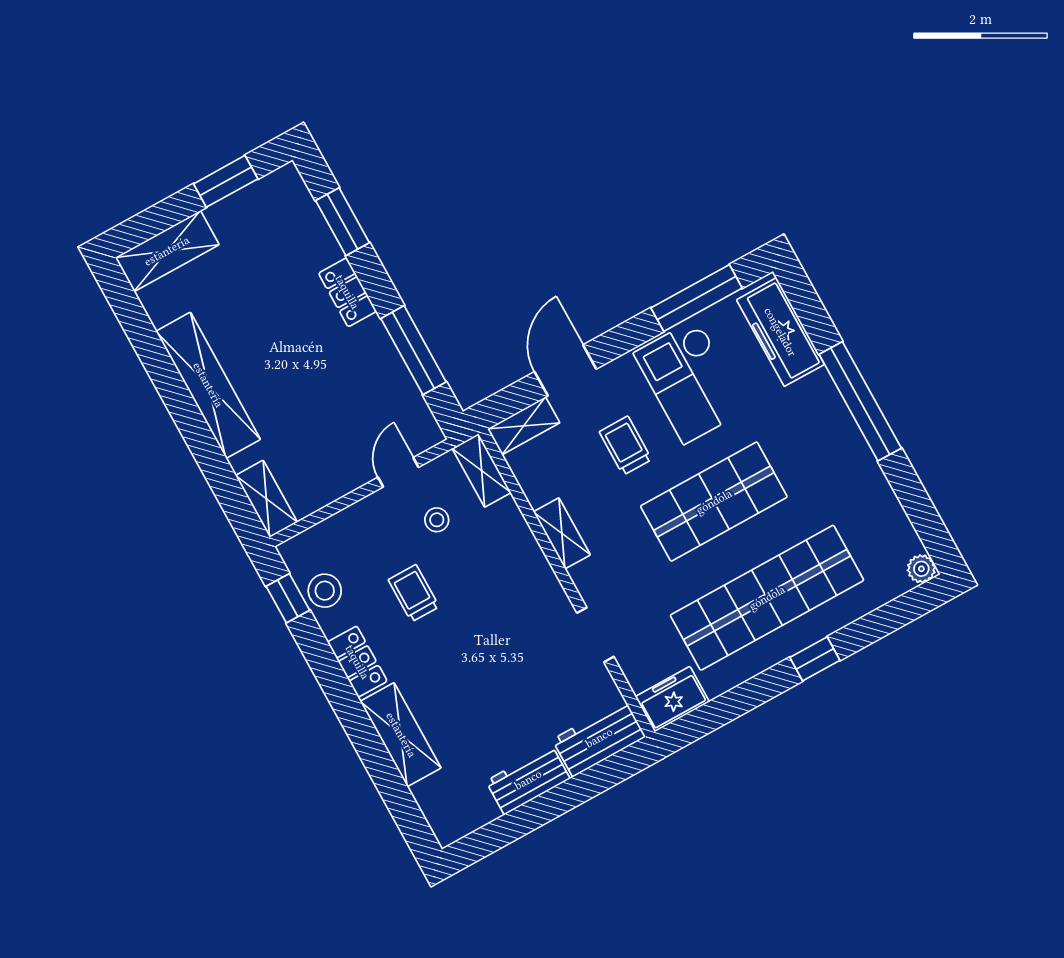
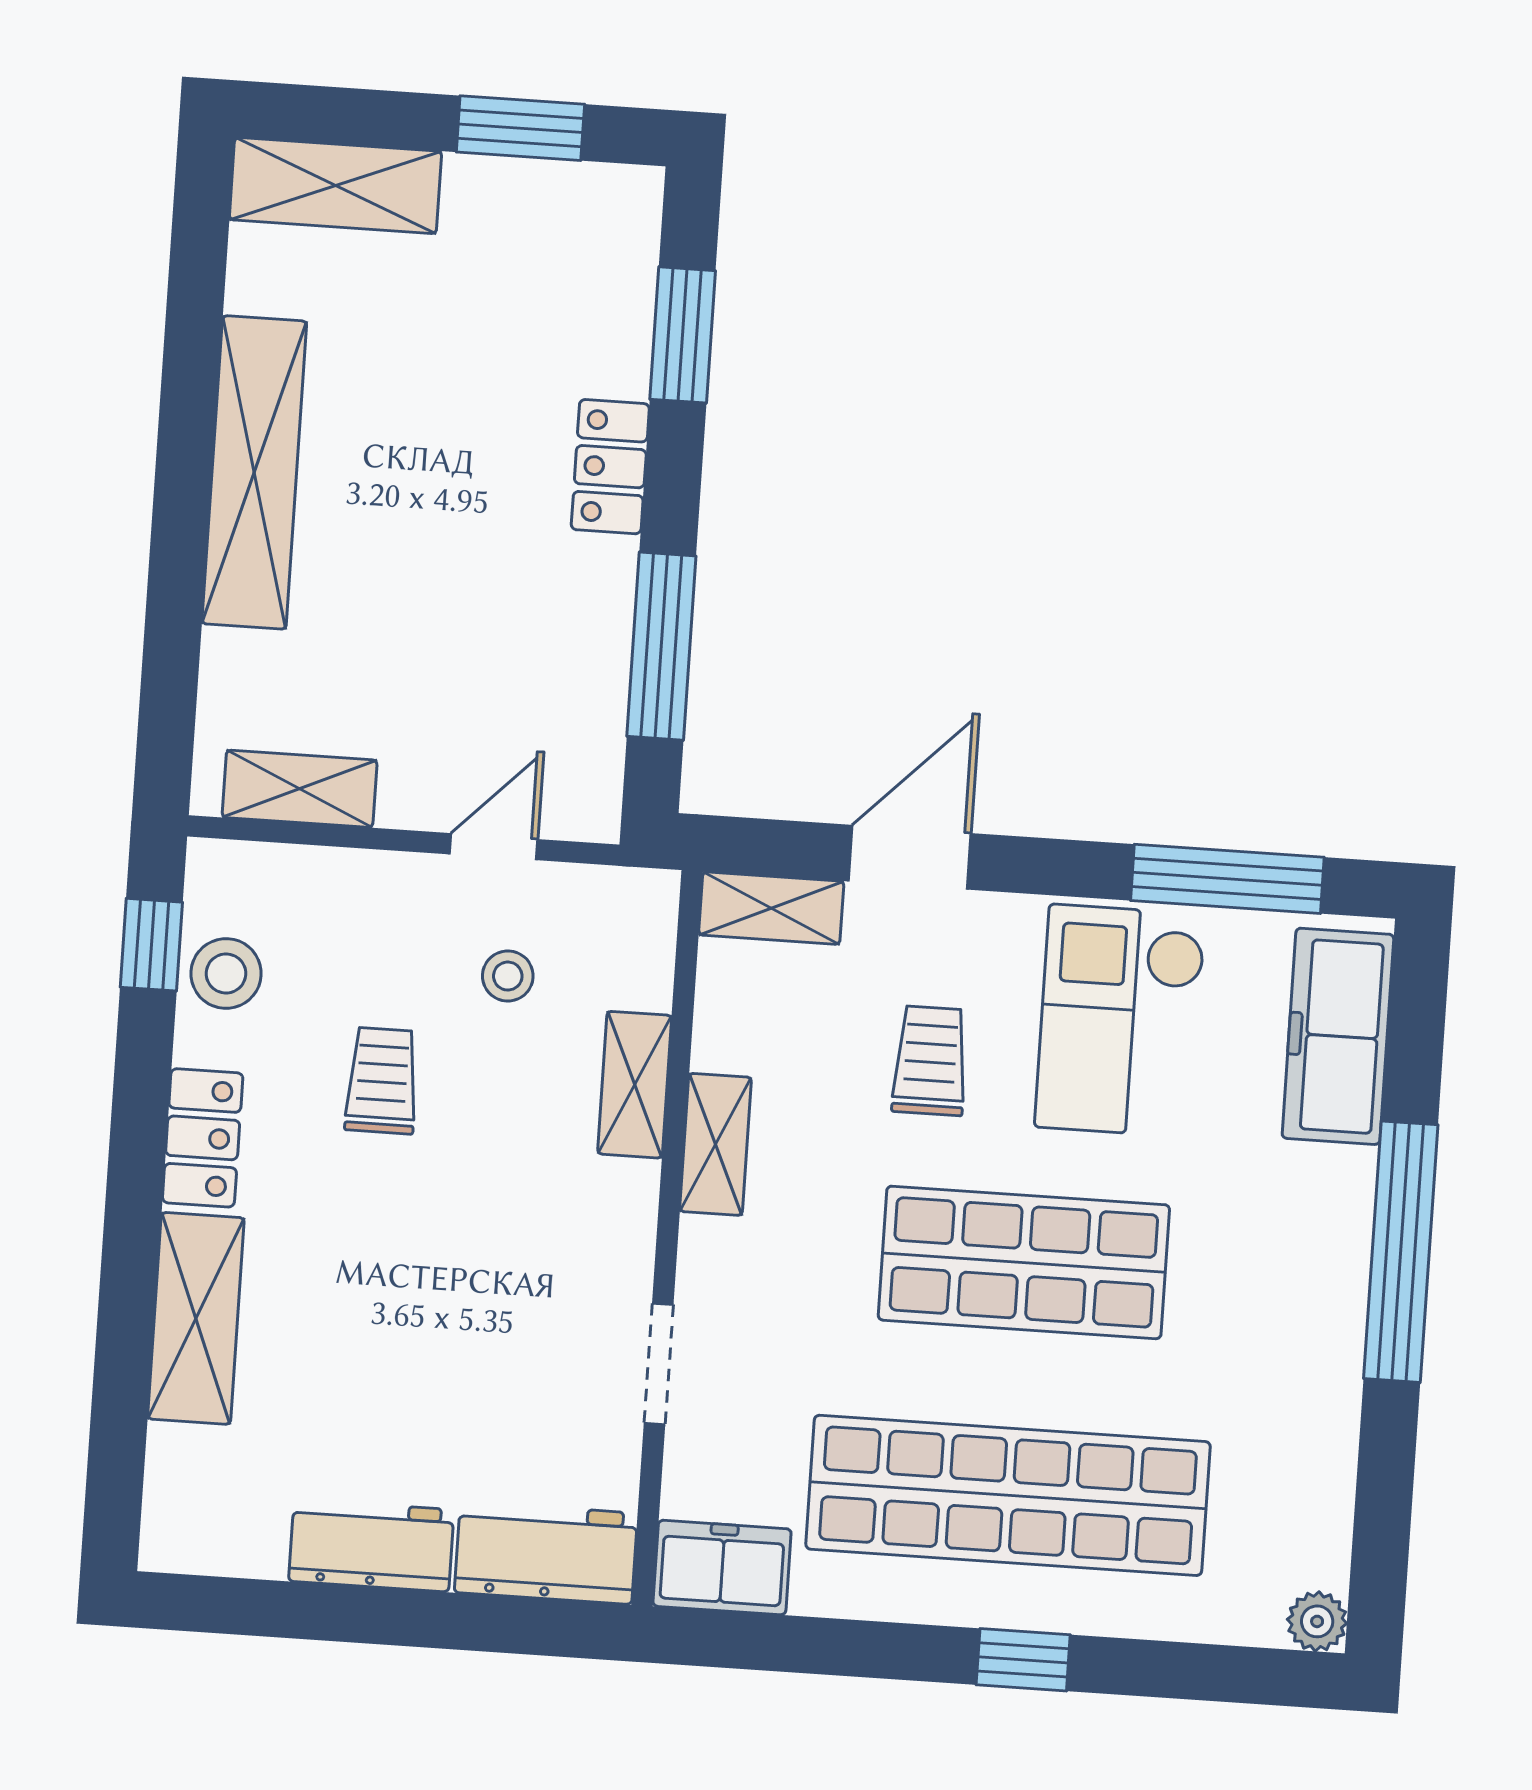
shelving: (482, 470) -> (635, 1085), moved
shelving: (266, 499) -> (300, 789), moved, turned 90

